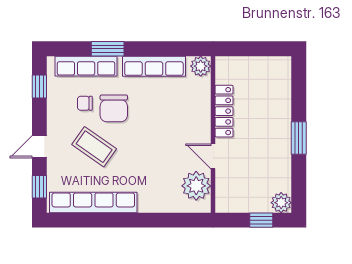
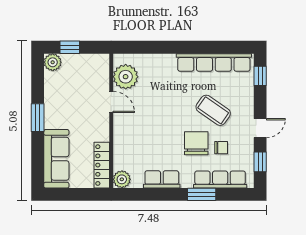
row of seats: (154, 66) -> (162, 179), width x0.68
sofa: (277, 90) -> (56, 159), added
locker: (224, 111) -> (102, 165), moved
door: (39, 147) -> (260, 128), moved

